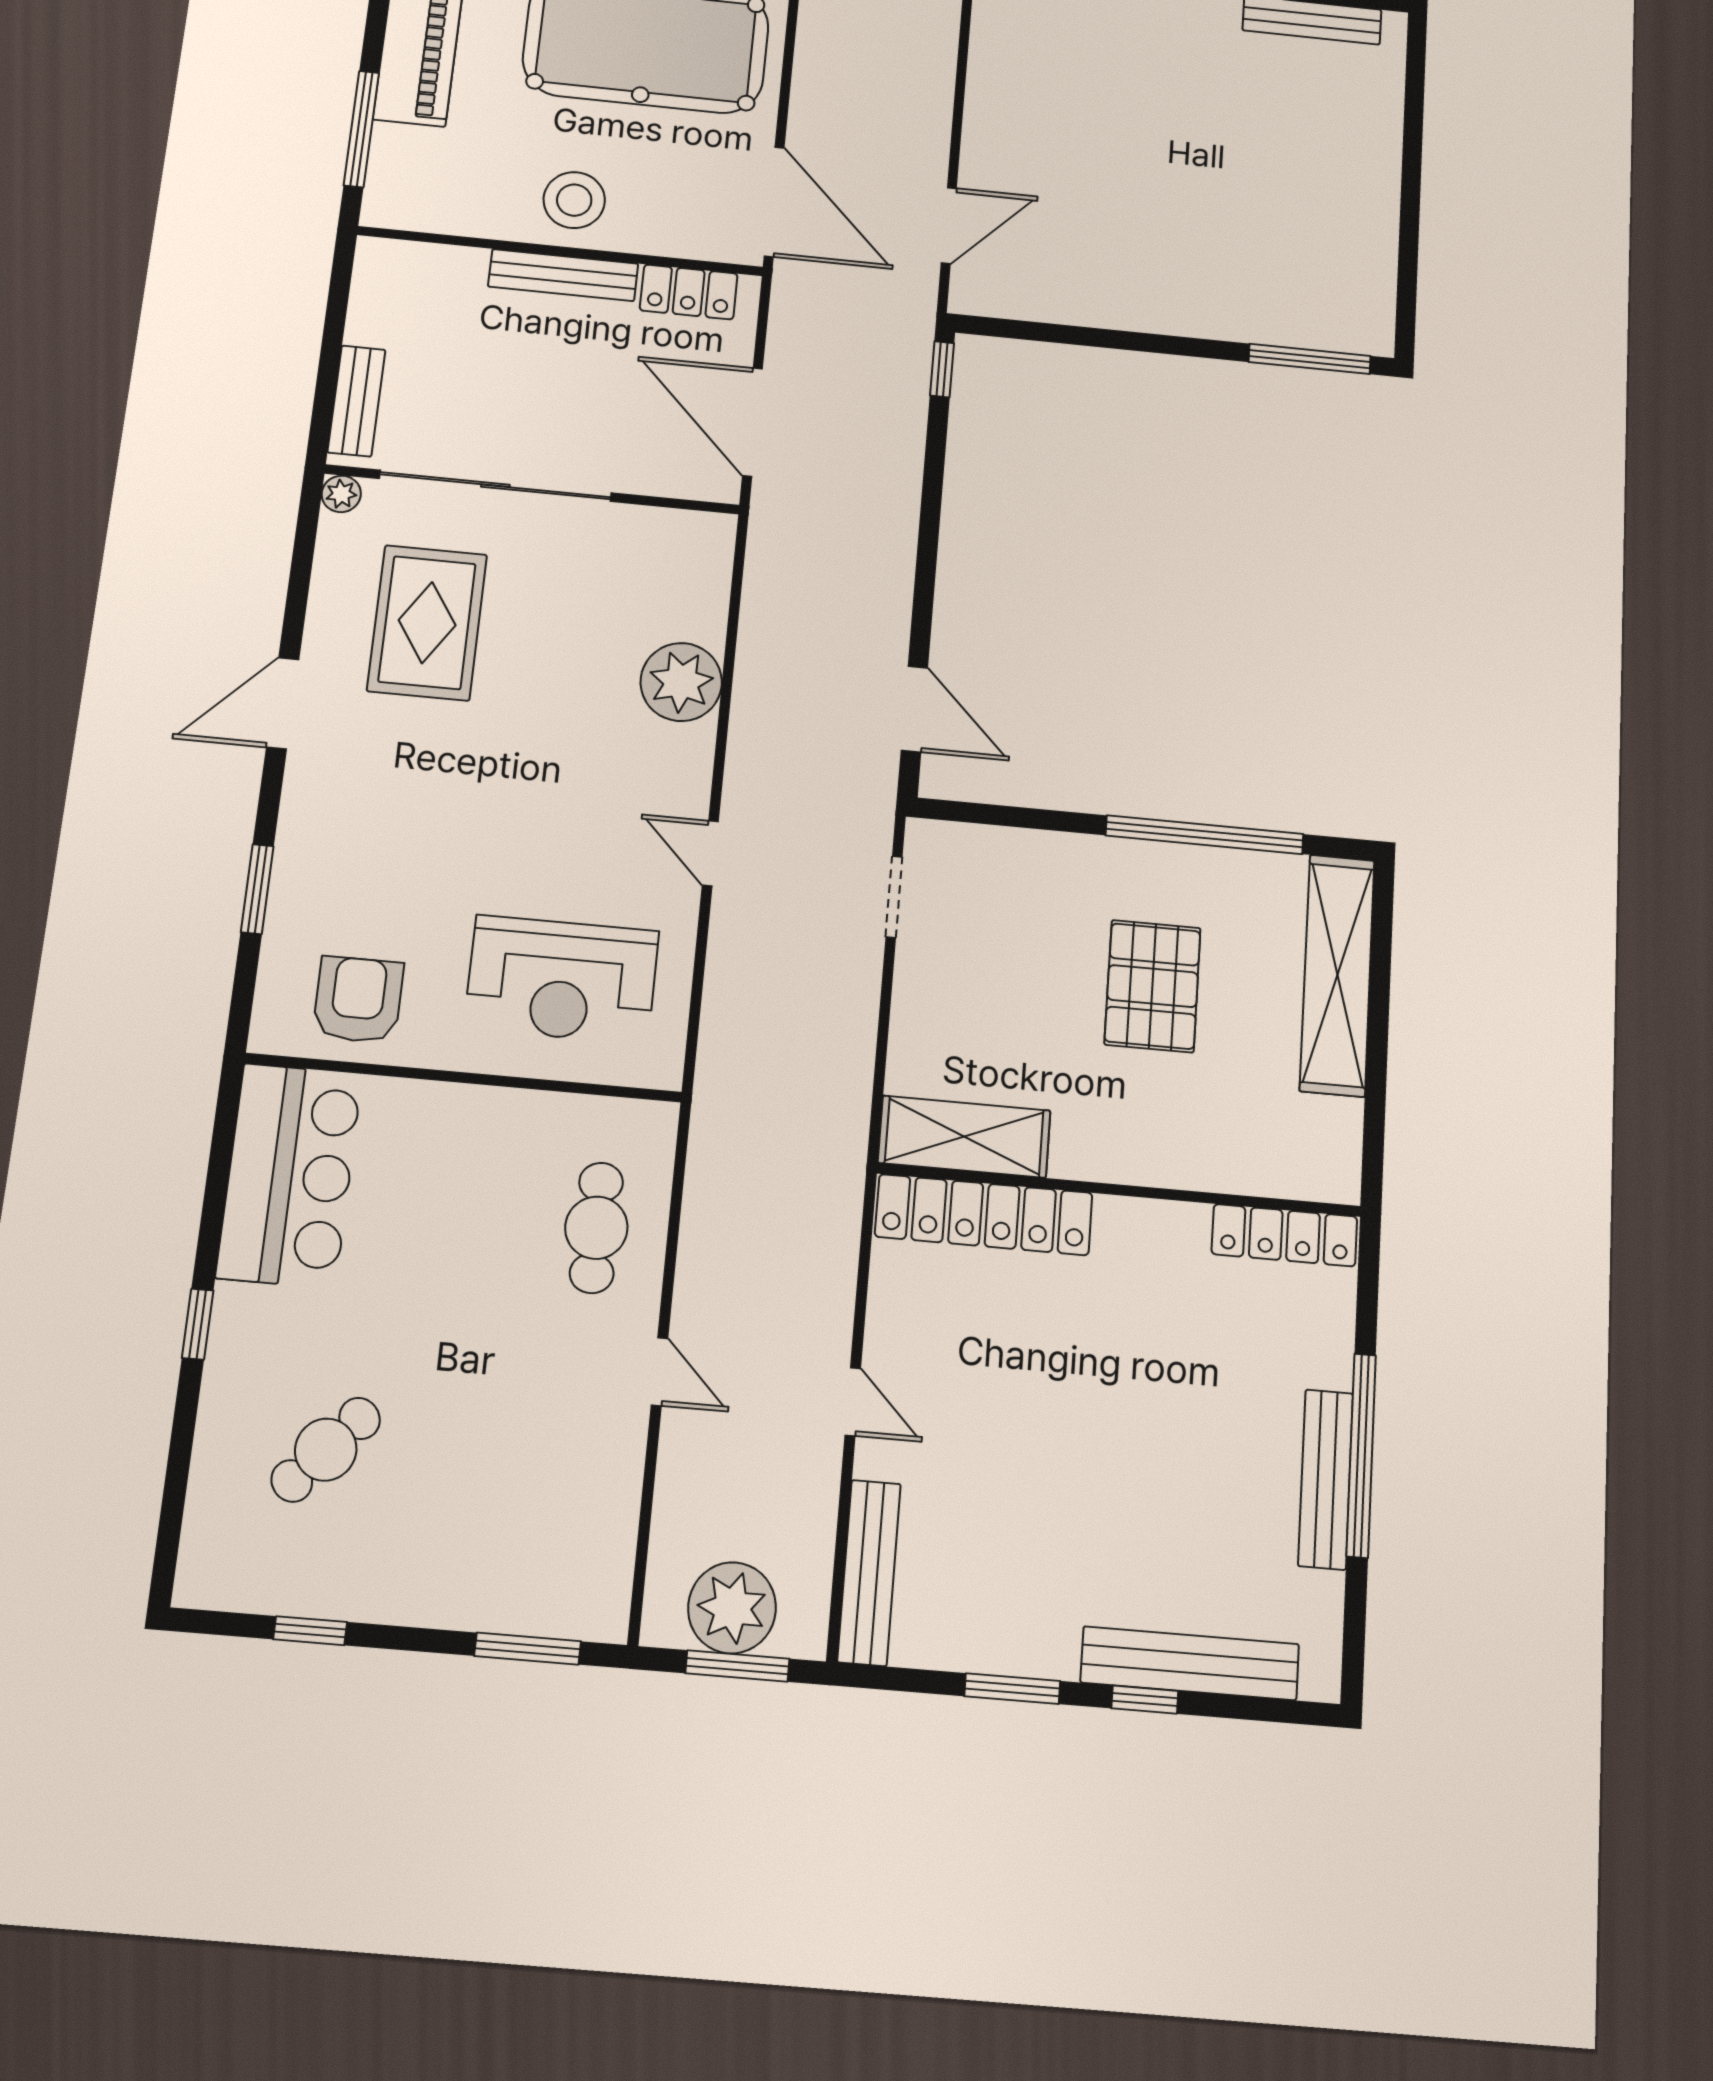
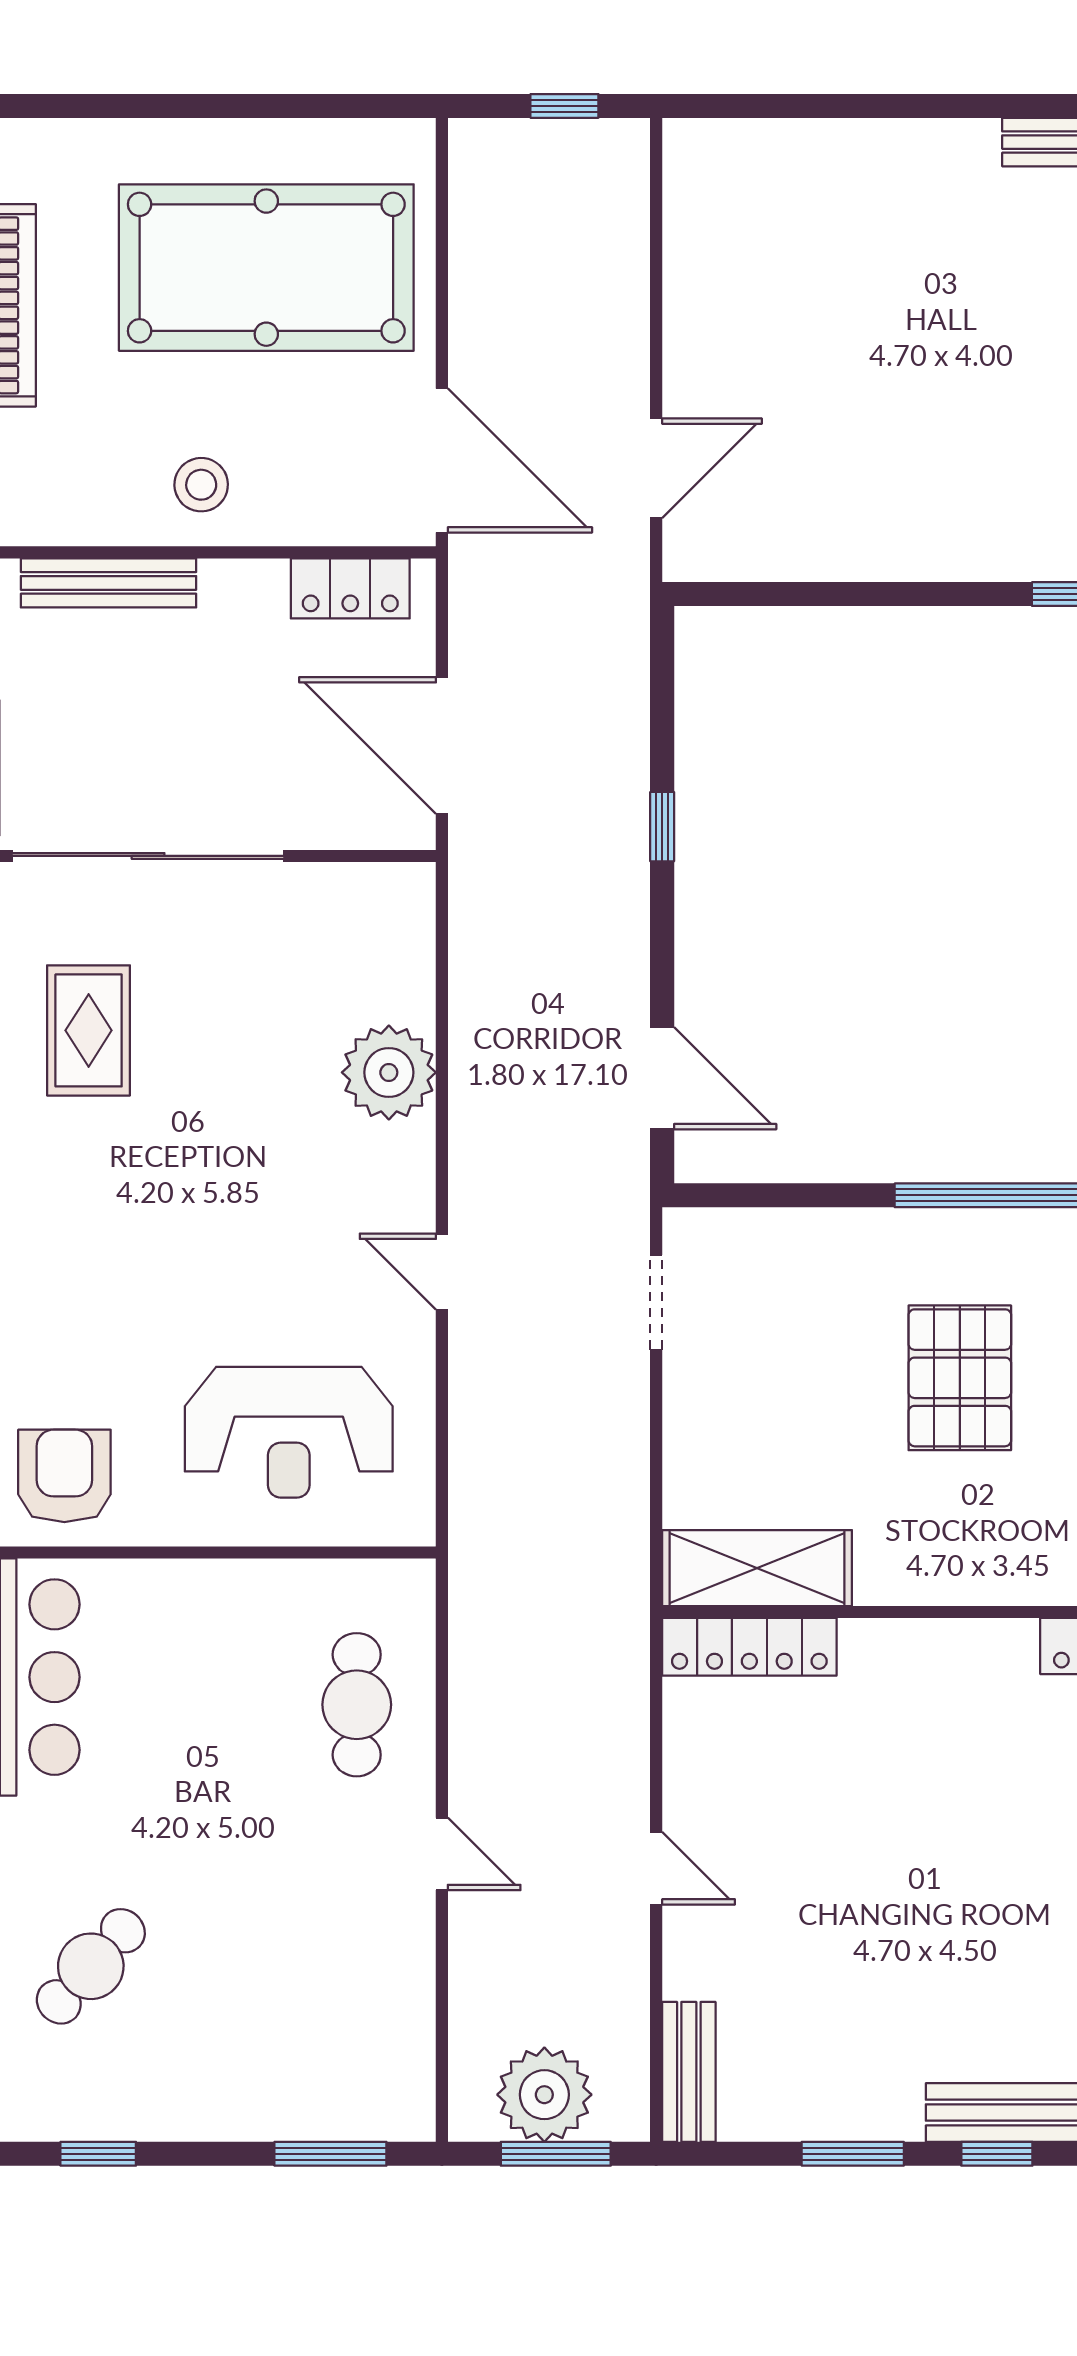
stool: (574, 200) -> (201, 485), width x0.73, depth x0.73
bench: (563, 275) -> (108, 583), moved
window: (942, 369) -> (662, 827), moved
rug: (427, 623) -> (89, 1030), width x0.73, depth x0.70
locker: (984, 1215) -> (749, 1647), width x0.71, depth x0.83
bench: (869, 1573) -> (689, 2072), width x0.73

